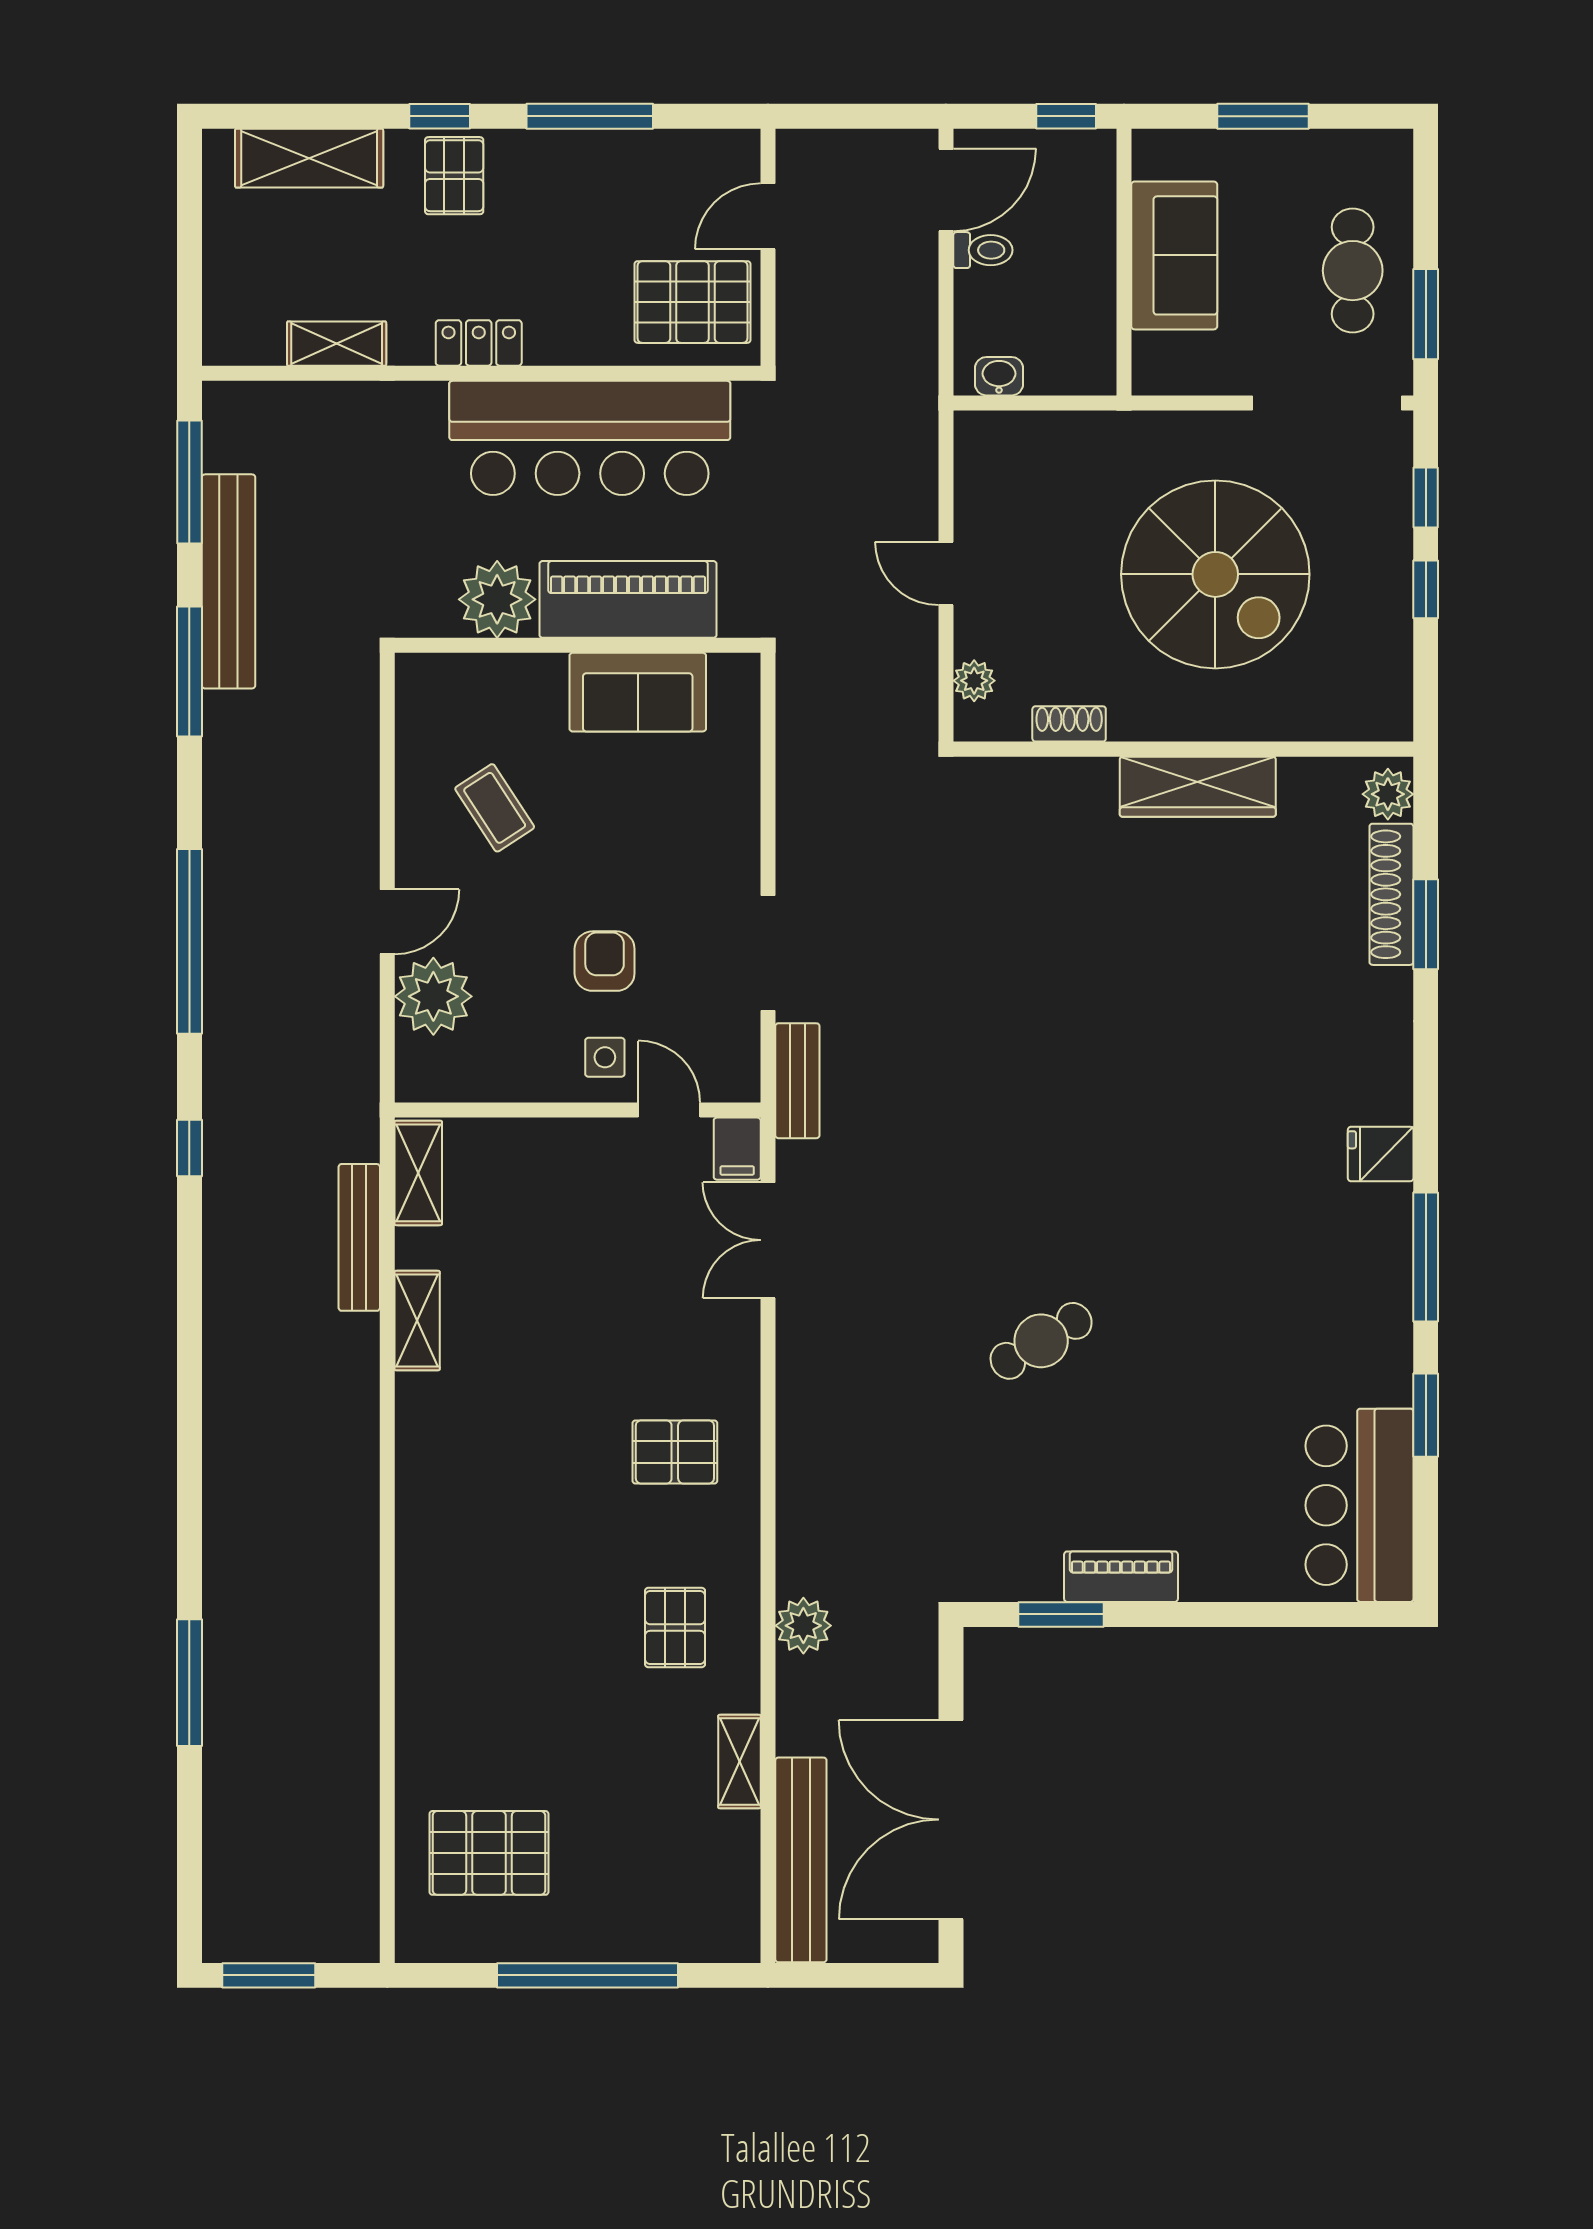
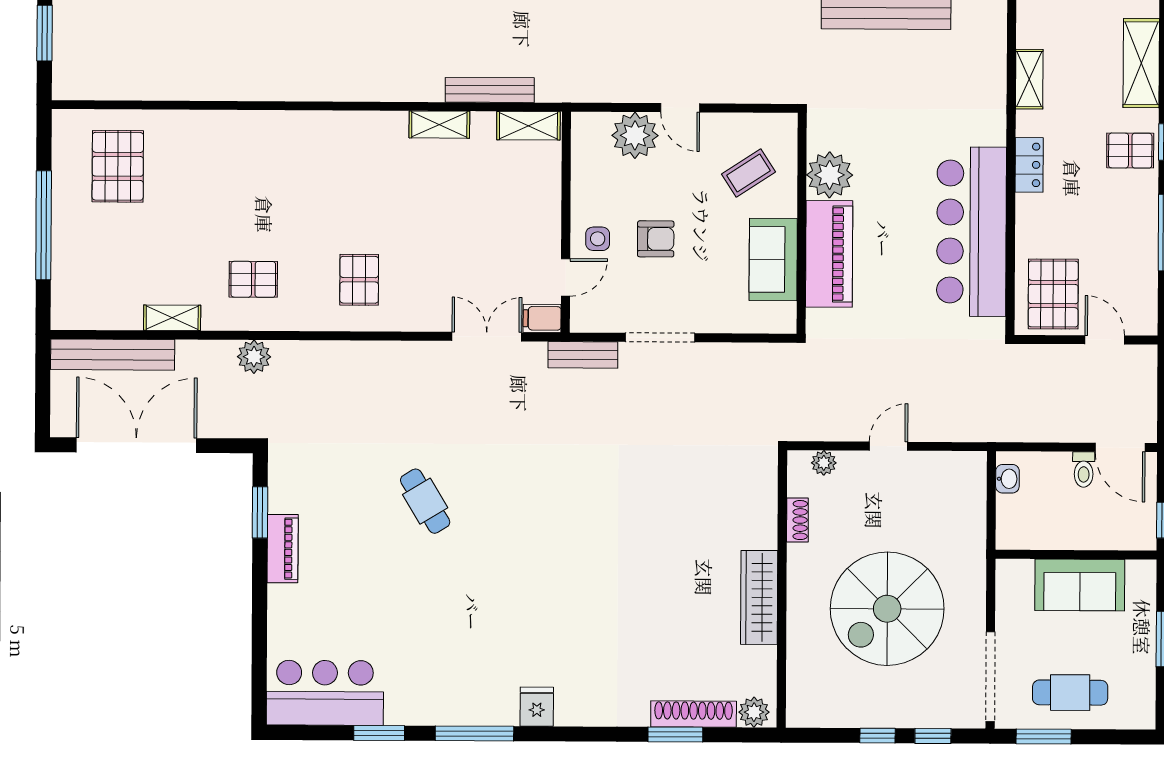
plant: (497, 599) -> (830, 175), moved
piano: (628, 599) -> (829, 254), moved
wall: (578, 645) -> (802, 223), moved
sofa: (638, 692) -> (773, 259), moved

